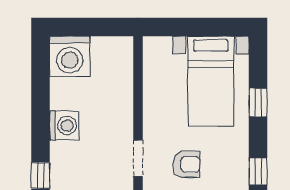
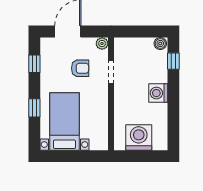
washing machine: (70, 56) -> (139, 137), moved
armchair: (187, 164) -> (80, 68), turned 180

